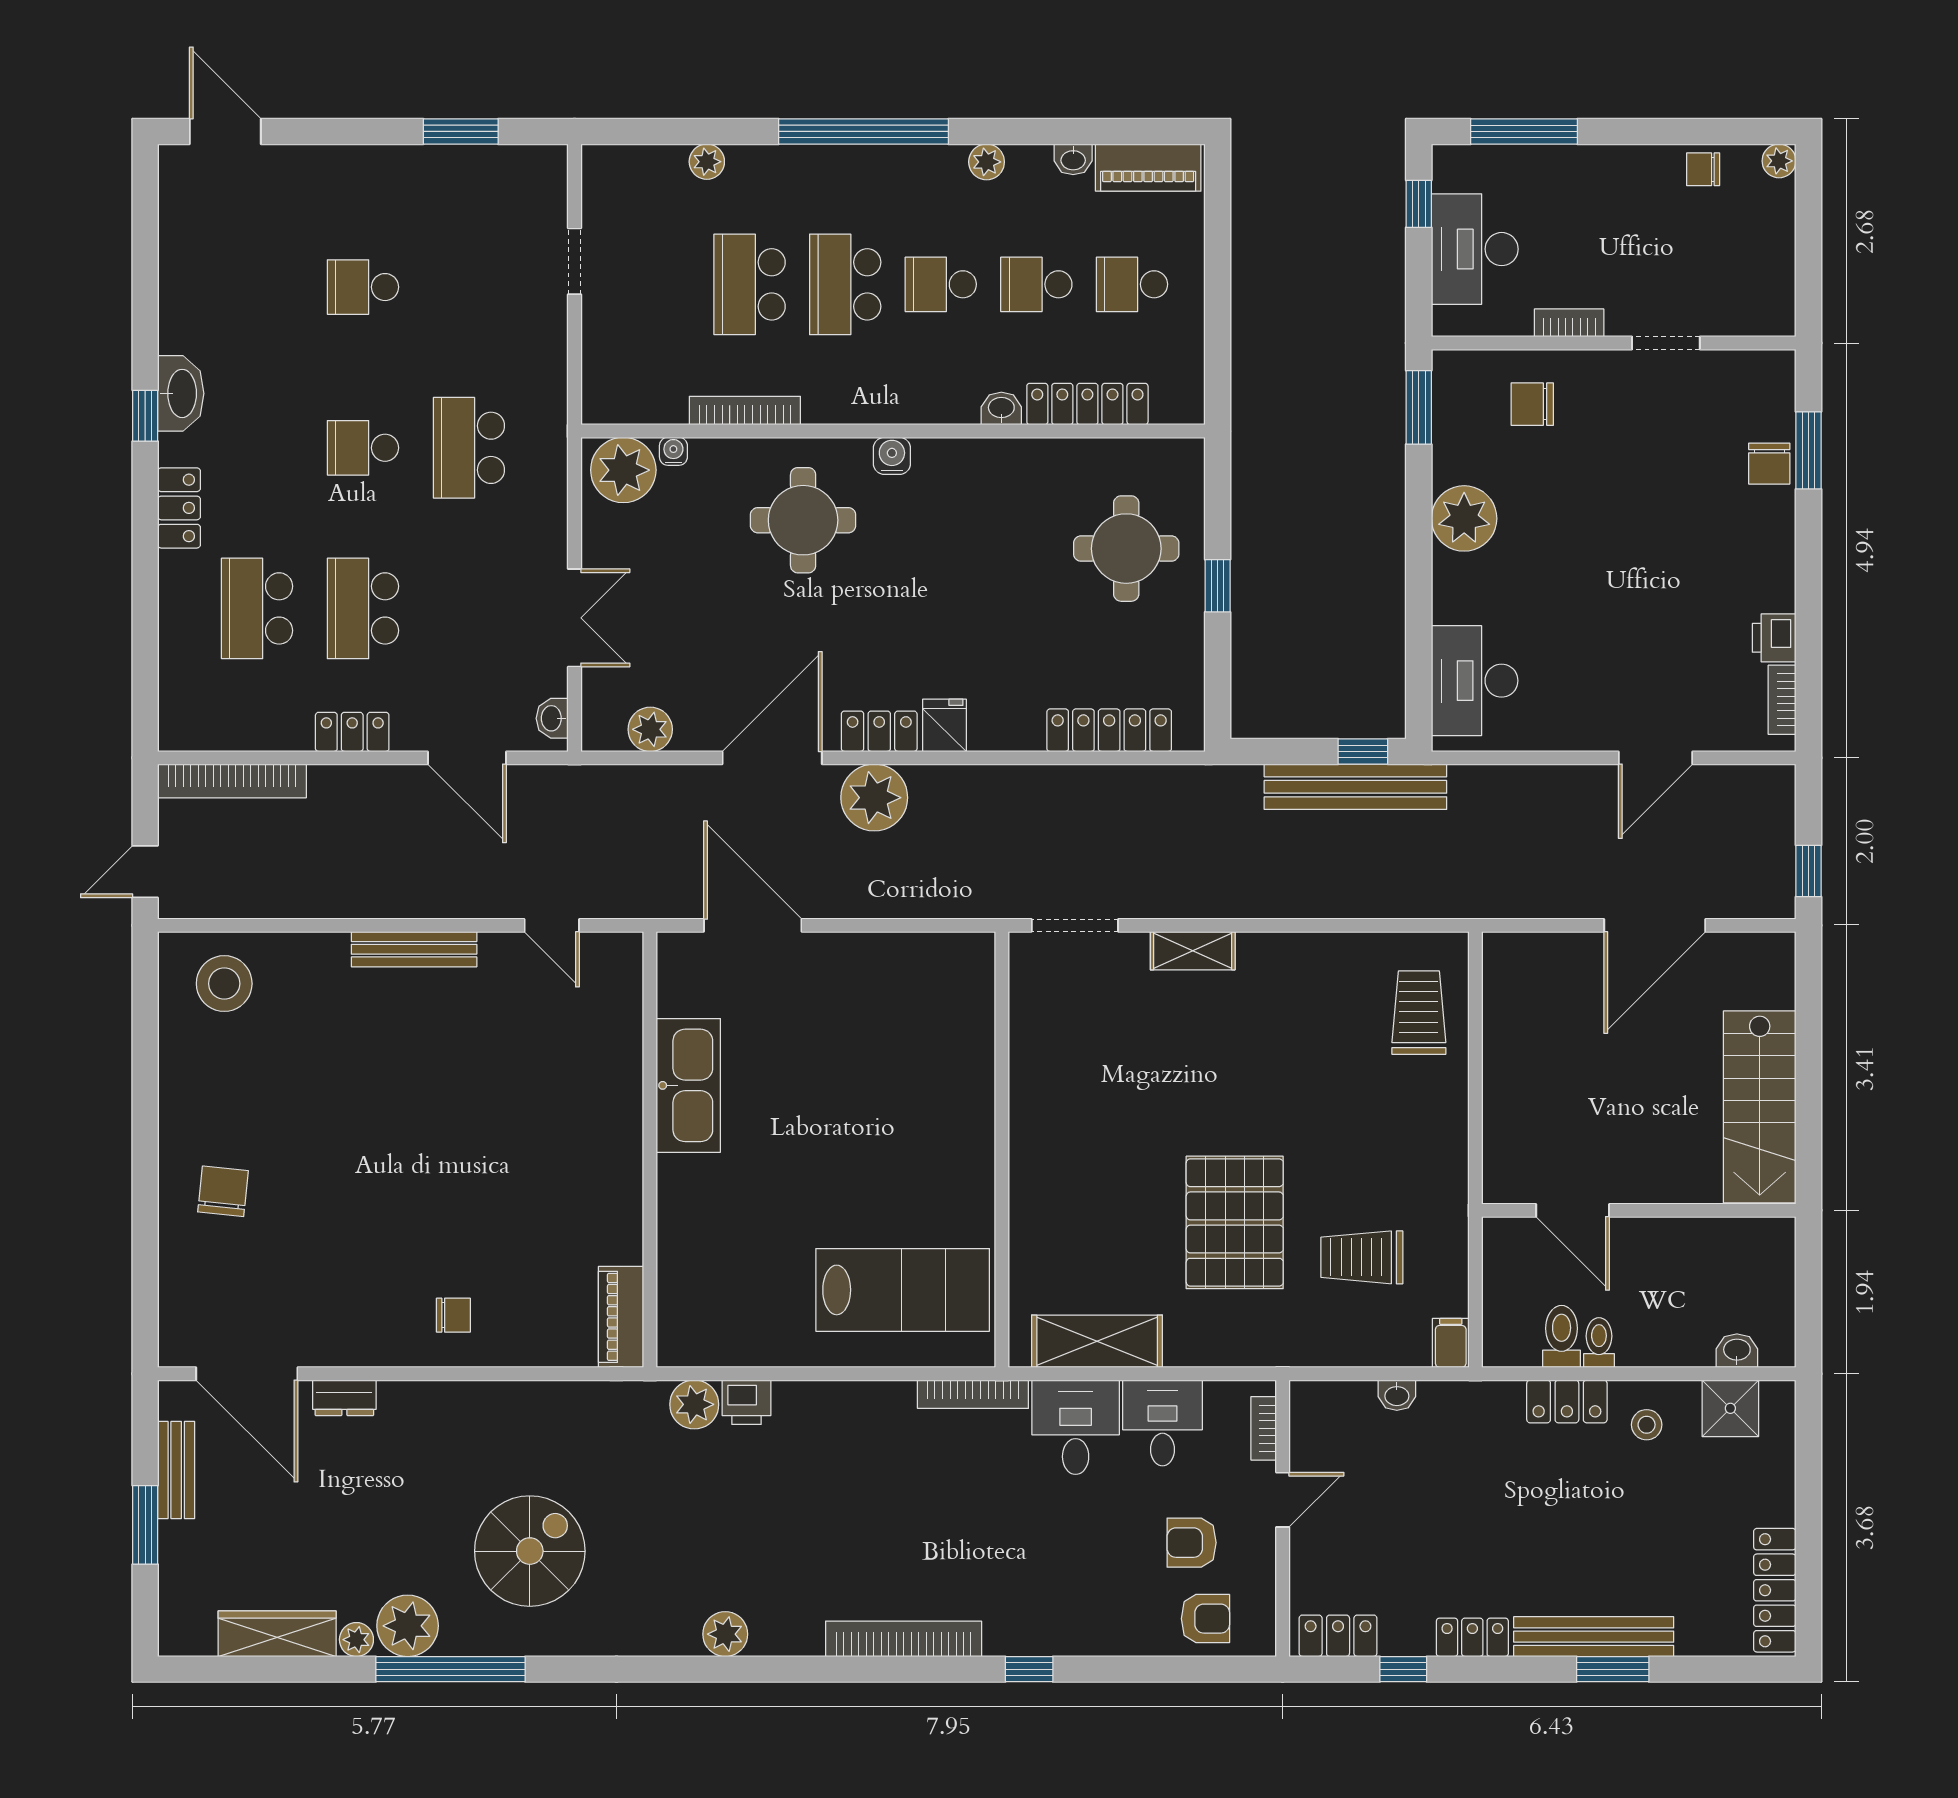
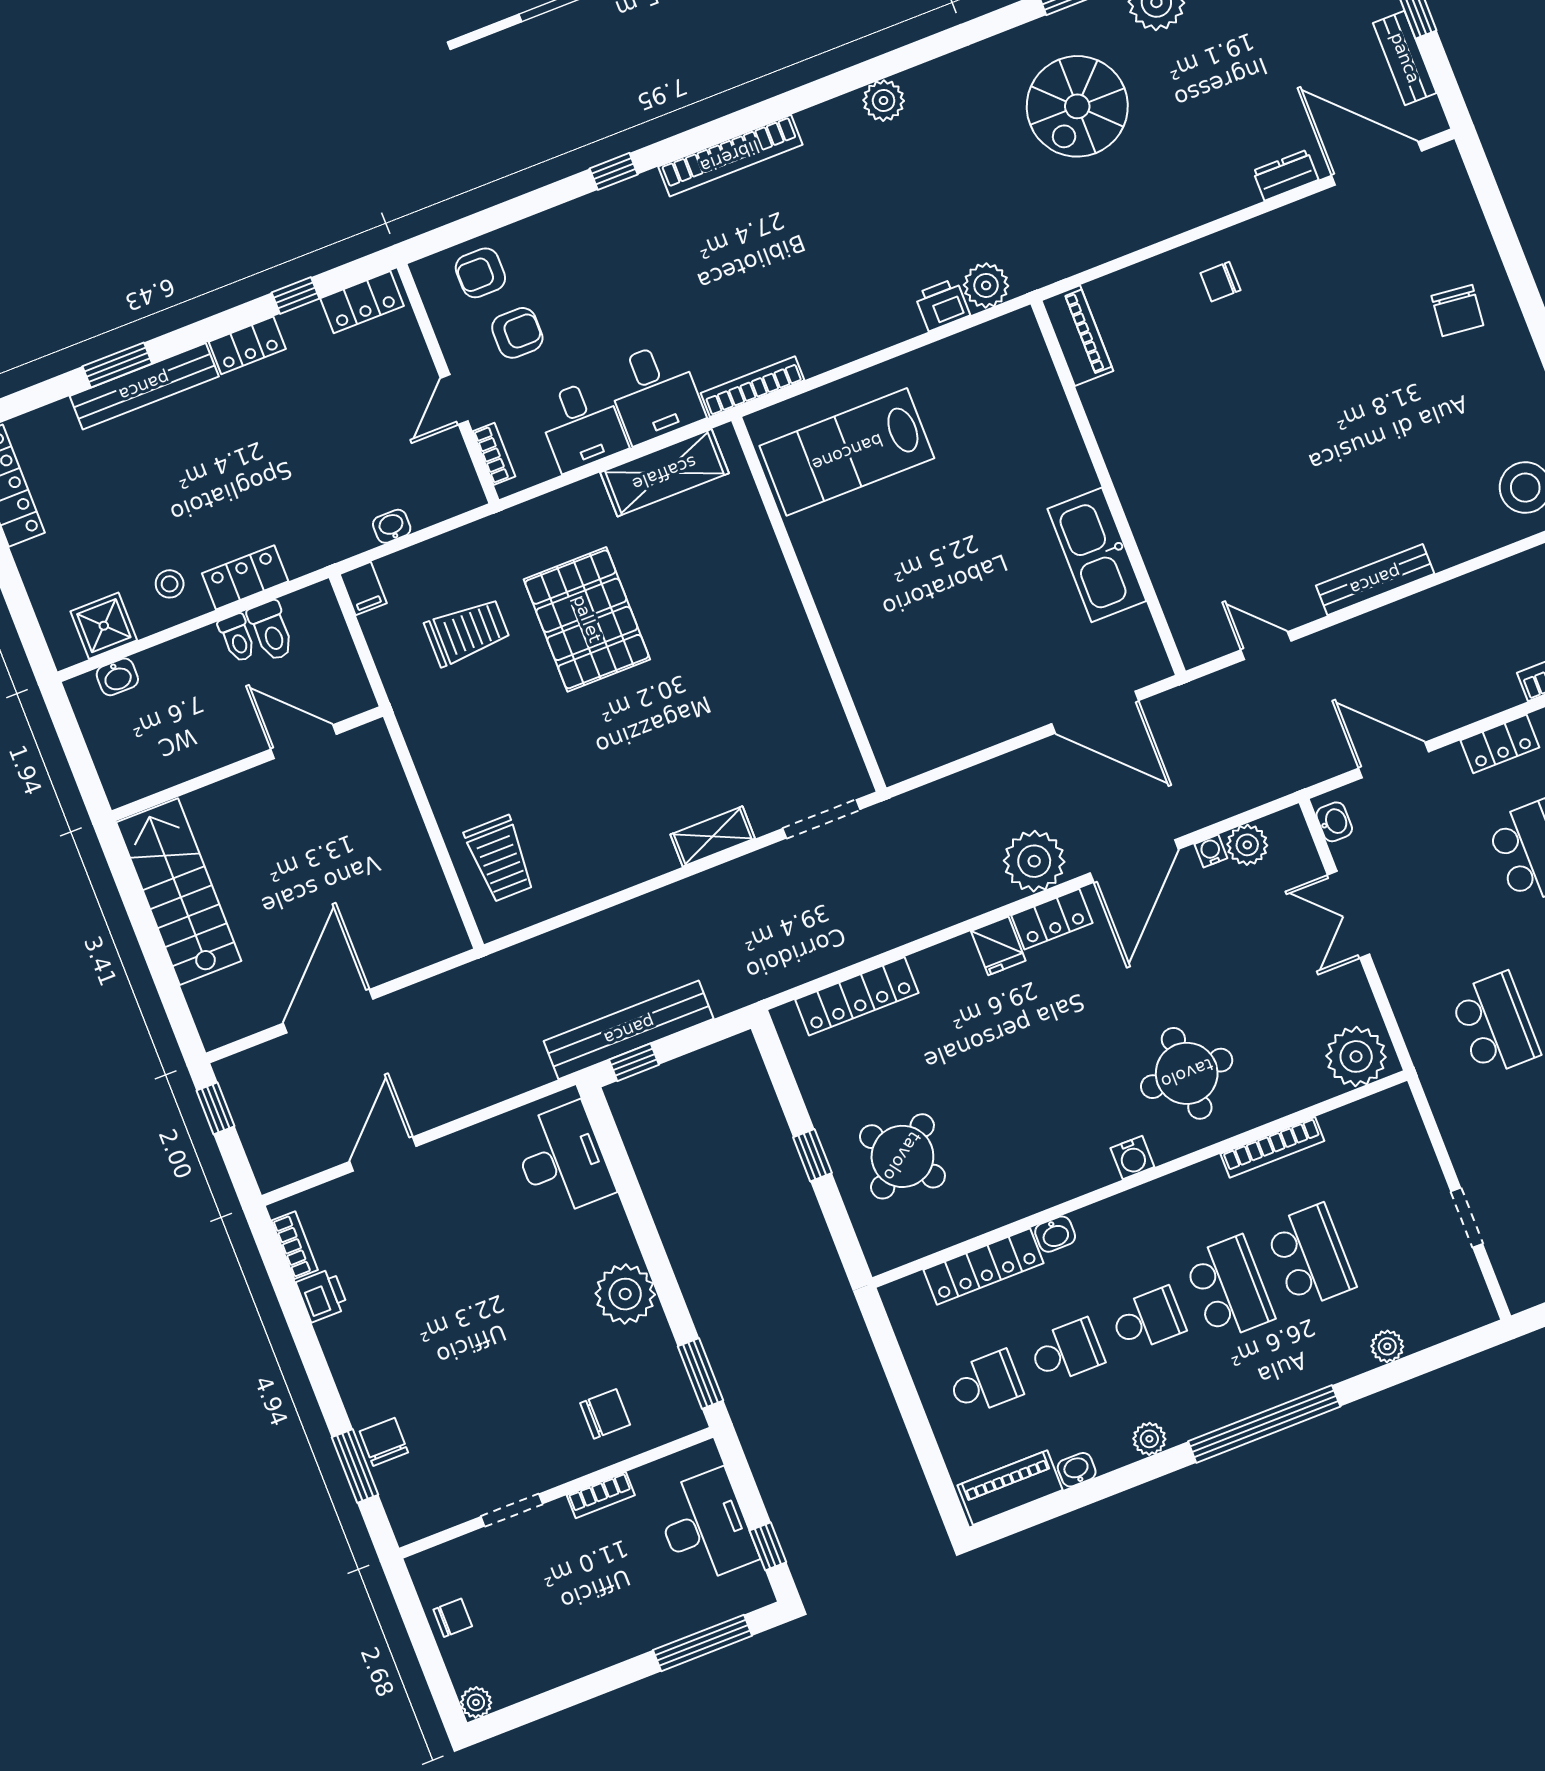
chair: (1703, 169) -> (453, 1618), moved
water cooler: (673, 451) -> (1211, 851), moved, turned 180
round table: (1126, 549) -> (902, 1156), turned -36

